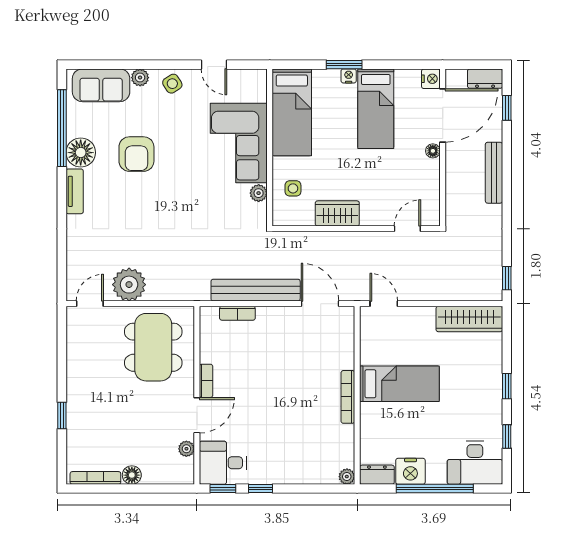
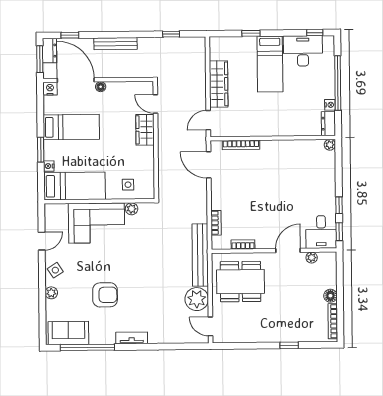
window: (473, 65) -> (40, 59), added
nightstand: (349, 76) -> (49, 166), moved
sofa: (101, 85) -> (68, 333), moved, turned -90
floor lamp: (81, 153) -> (104, 334), removed
wardrobe: (337, 213) -> (145, 130), moved
window: (507, 278) -> (171, 34), moved
bench: (256, 290) -> (200, 255), moved
door: (320, 304) -> (209, 165), hinge flipped
wardrobe: (469, 319) -> (219, 84), moved
bookcase: (206, 381) -> (243, 245), moved
bed: (399, 384) -> (270, 64), moved, turned 180
window: (507, 386) -> (251, 33), moved
bookcase: (348, 397) -> (241, 145), moved
door: (197, 415) -> (288, 251), hinge flipped
window: (507, 437) -> (315, 33), moved
desk: (475, 463) -> (303, 51), moved, turned -90
nightstand: (410, 471) -> (330, 105), width x0.53, depth x0.56

